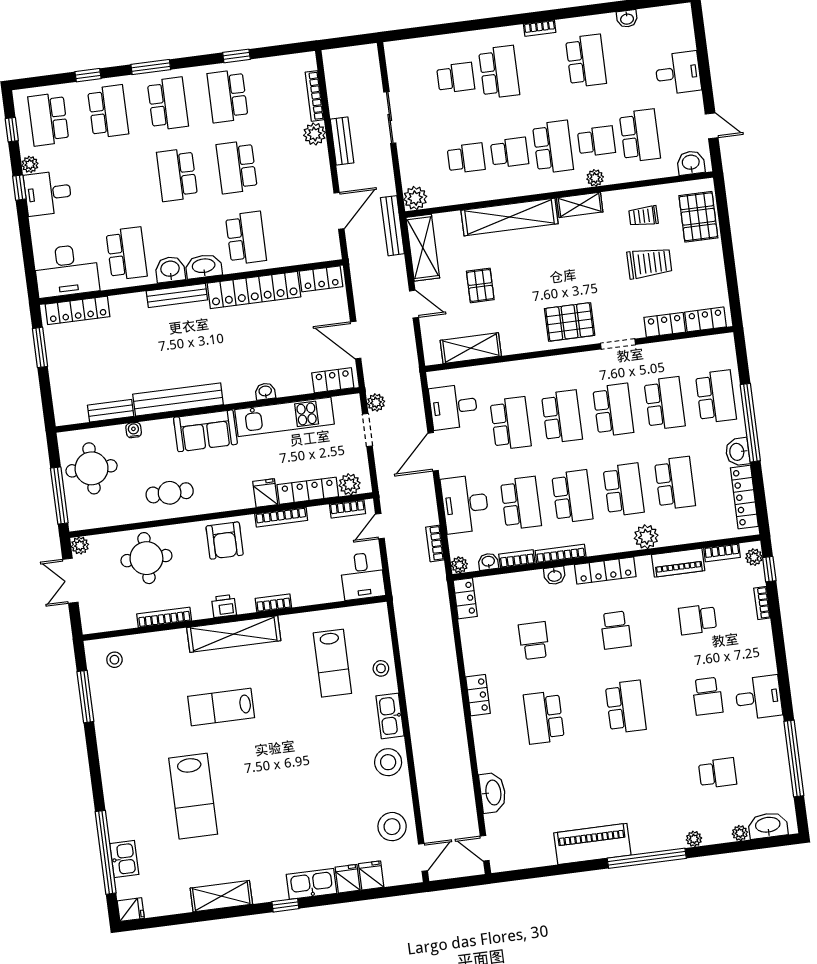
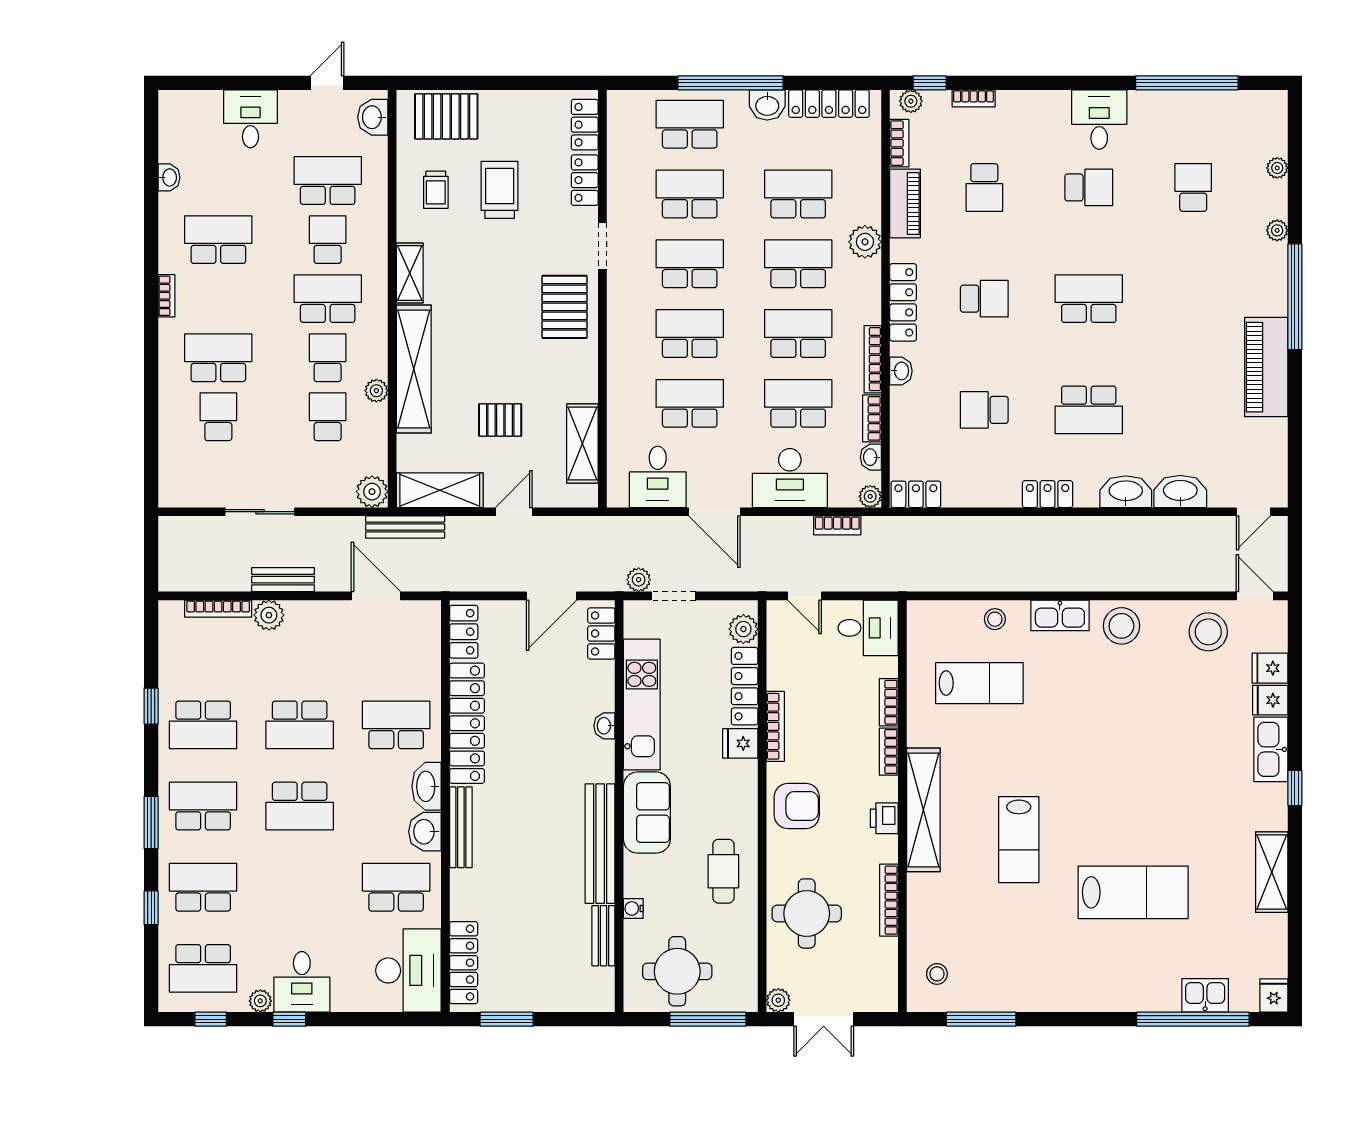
plant: (595, 178) -> (376, 391), moved
bookcase: (347, 509) -> (889, 702), moved, turned 180
washbasin: (768, 825) -> (1126, 492), moved, turned 90

